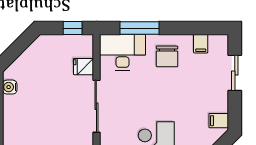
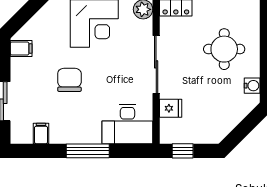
window: (140, 28) -> (88, 151), moved
chair: (167, 56) -> (69, 80), moved
round table: (35, 120) -> (224, 49), added

